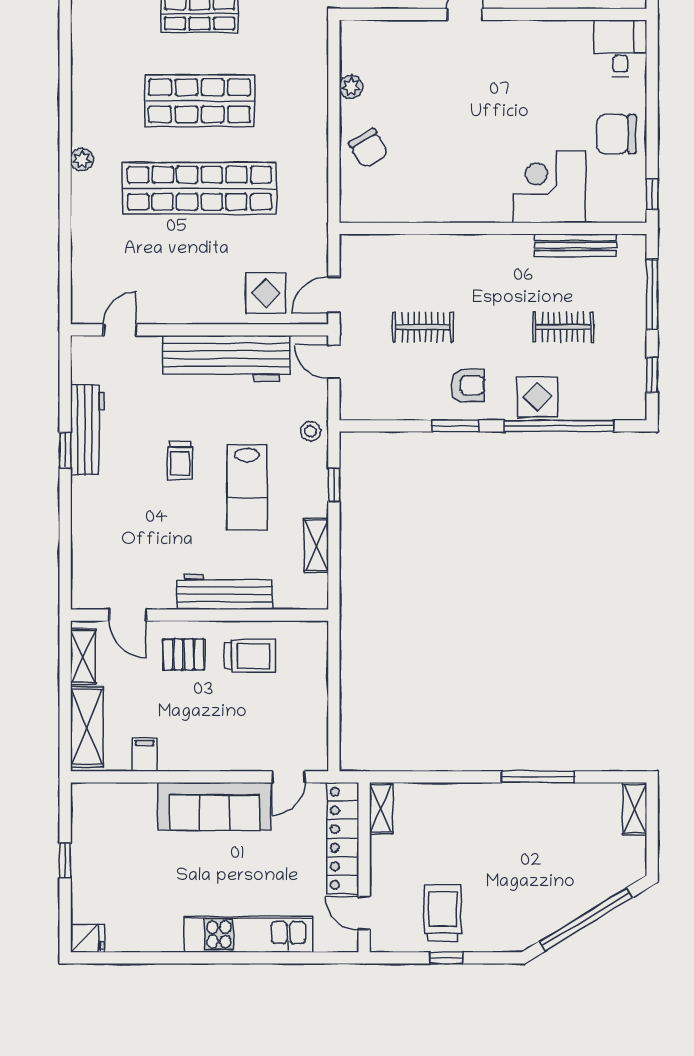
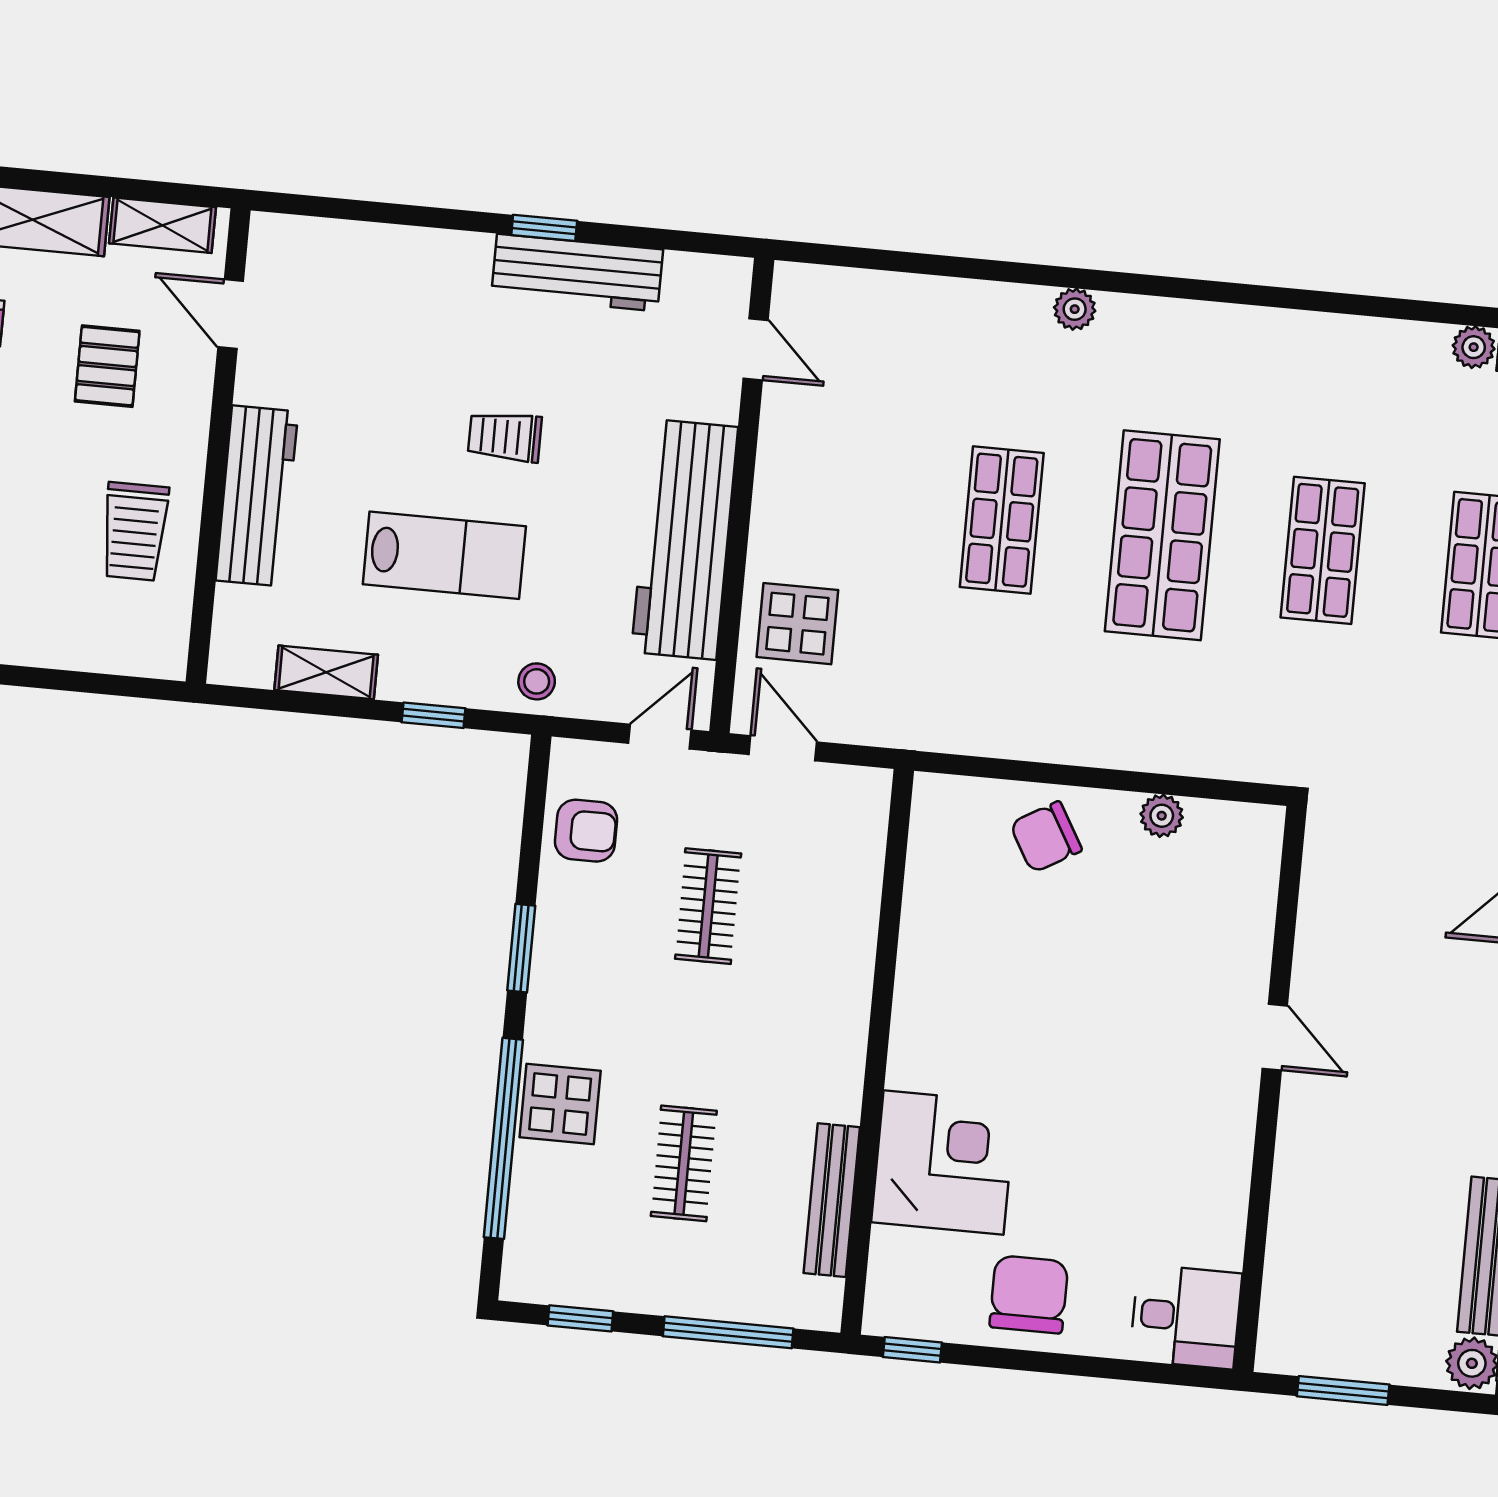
shop shelf: (200, 188) -> (1002, 520), width x0.50, depth x0.74
armchair: (468, 385) -> (586, 831), moved, turned -90
lab bench: (247, 487) -> (444, 555), turned 180
door: (128, 615) -> (231, 314), hinge flipped
pallet: (184, 654) -> (107, 366), moved

